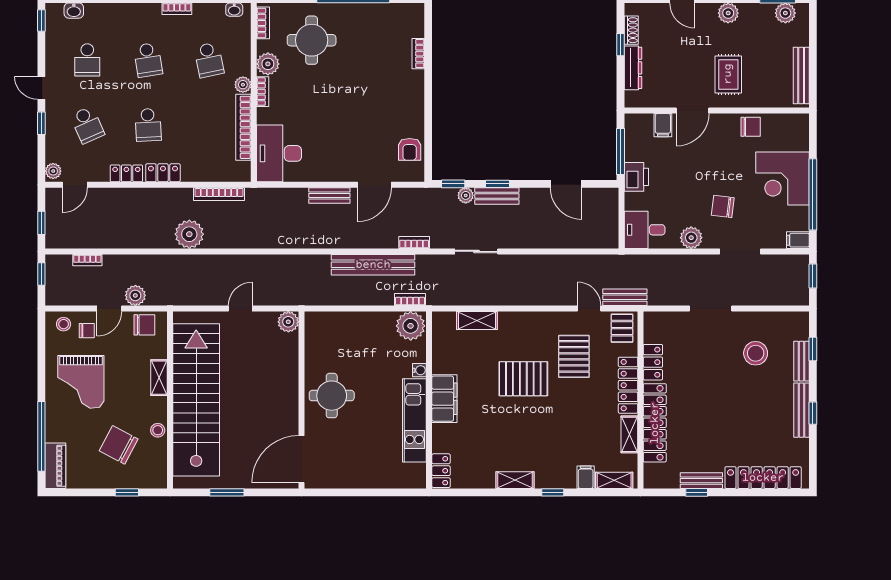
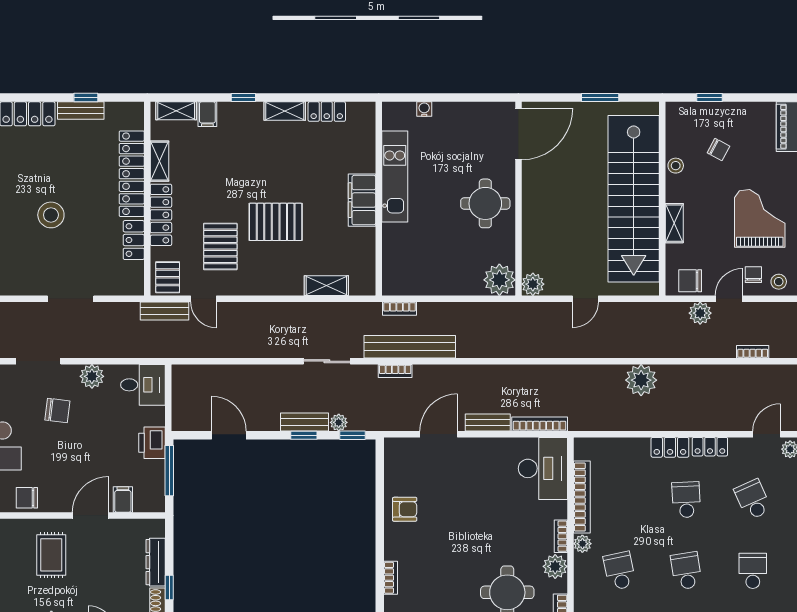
armchair: (410, 149) -> (405, 509), moved, turned 90
bookcase: (219, 194) -> (540, 424), moved
bench: (373, 265) -> (410, 347), moved
plant: (411, 326) -> (499, 280), moved
chair: (87, 331) -> (753, 275), turned 90
stool: (756, 353) -> (51, 215), moved
water cooler: (419, 370) -> (424, 109), moved, turned 90
chair: (119, 445) -> (718, 150), width x0.54, depth x0.54
locker: (441, 471) -> (327, 112), moved, turned -90

